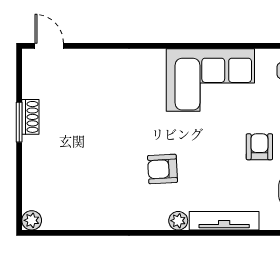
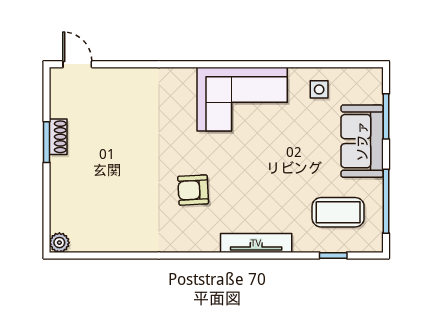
armchair: (259, 147) -> (292, 167), removed
plant: (178, 221) -> (209, 243), removed

